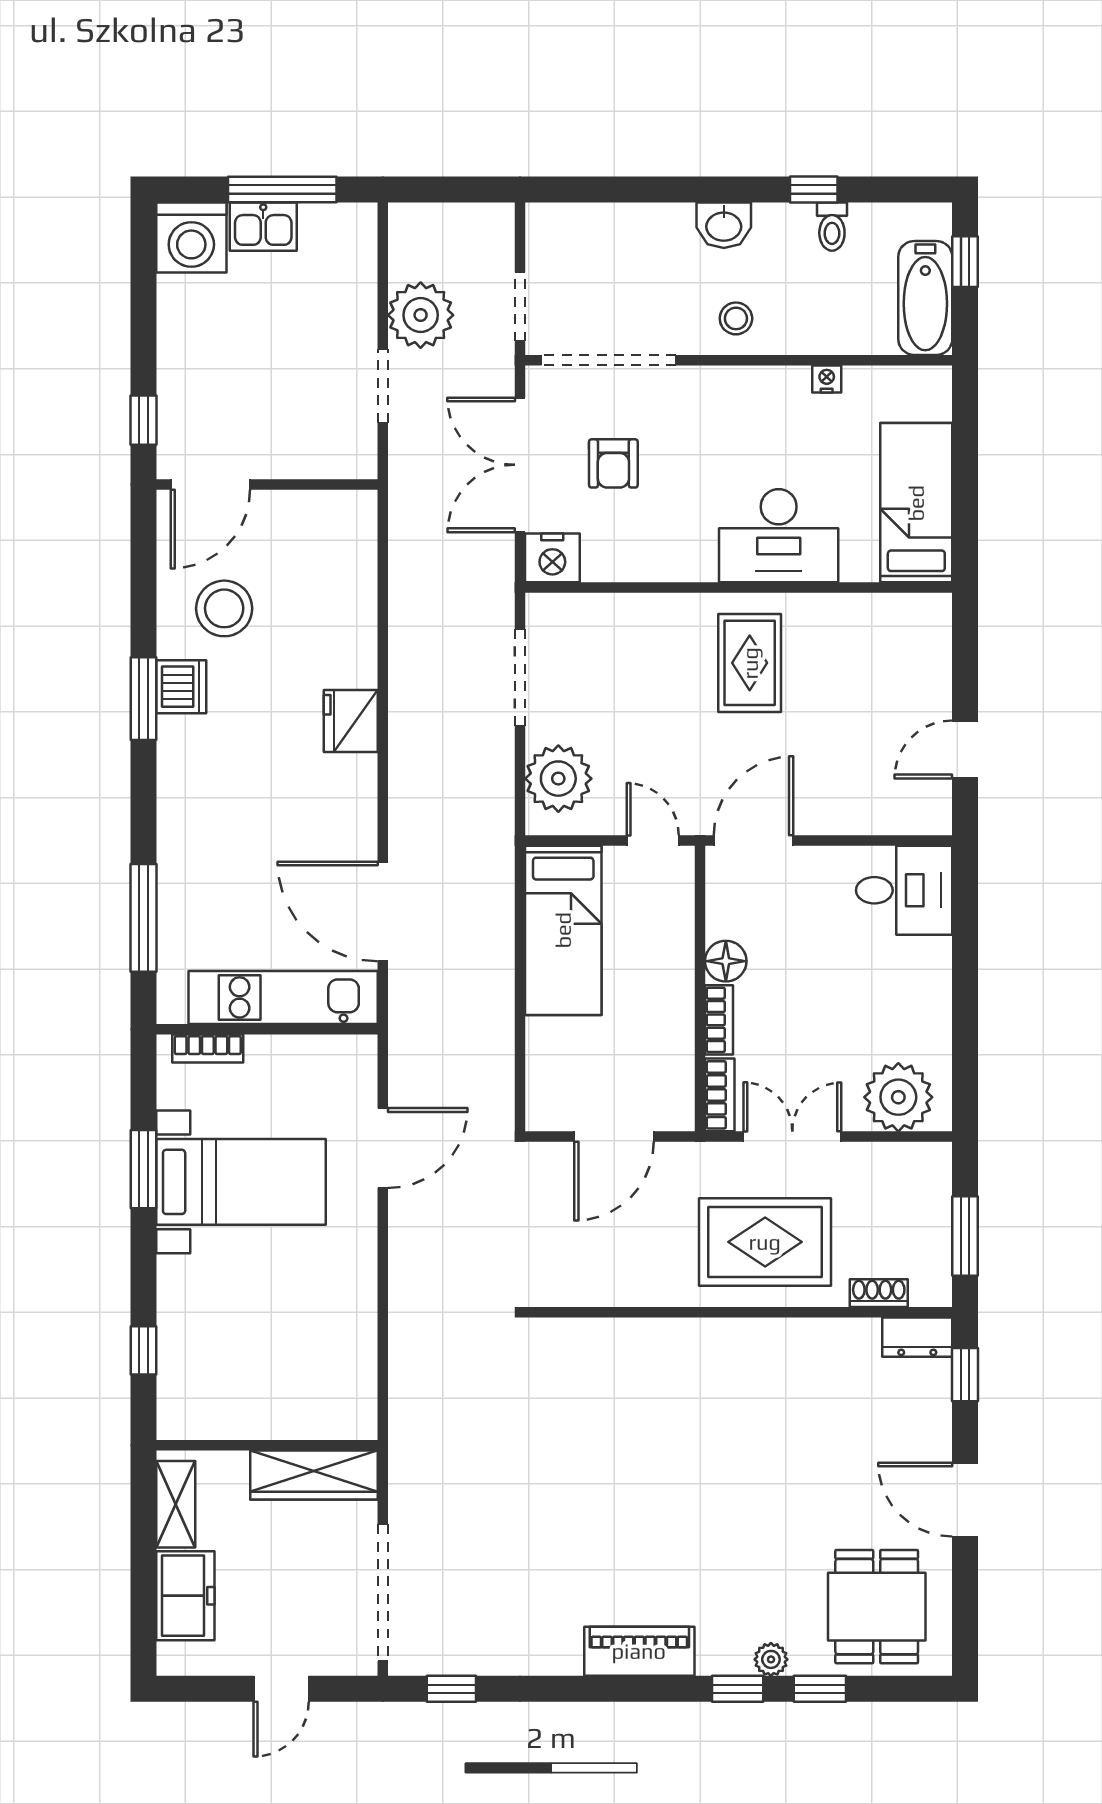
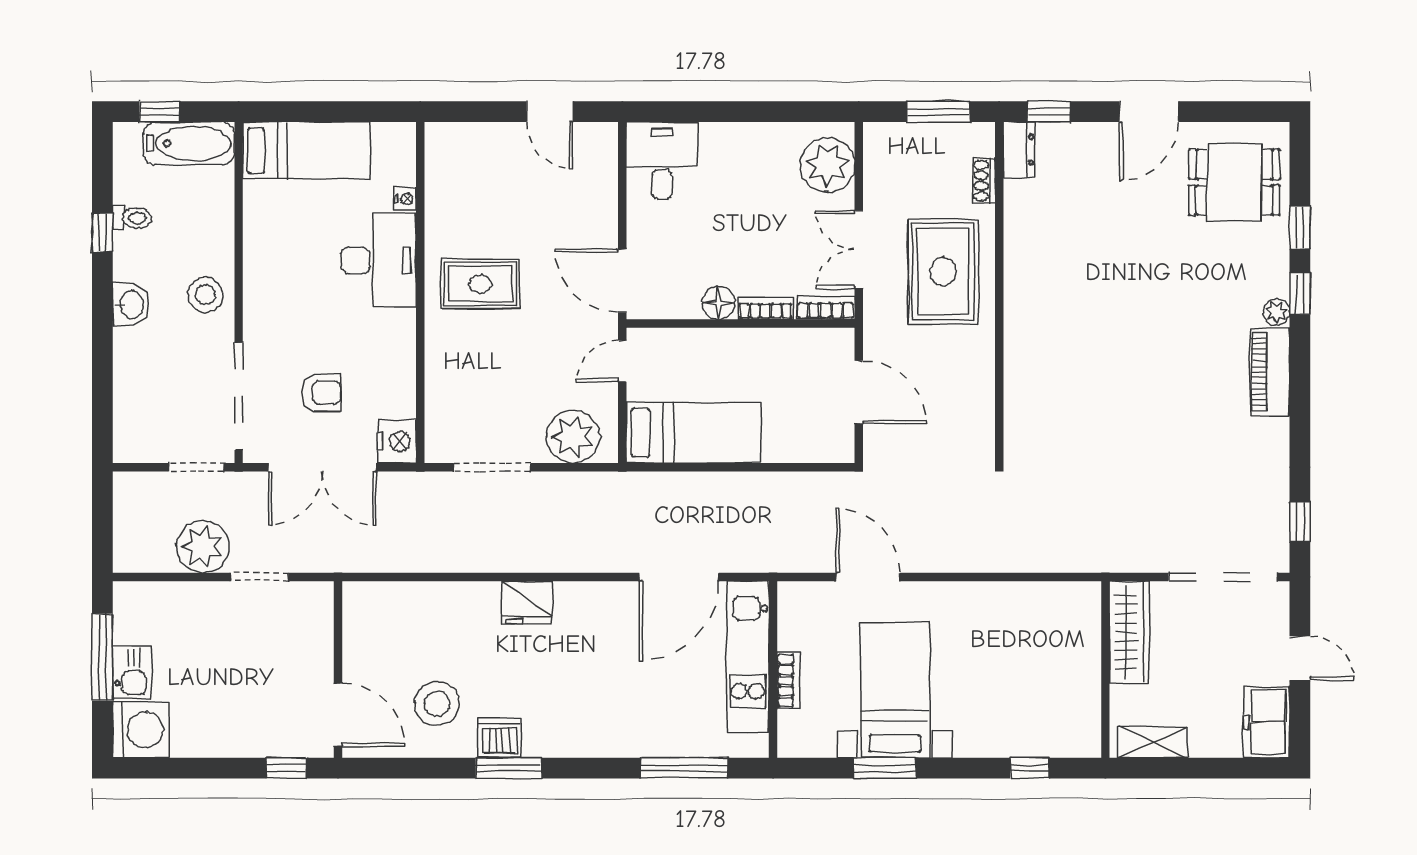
stool: (736, 318) -> (205, 295), width x1.37, depth x1.37
nightstand: (827, 379) -> (405, 199), moved, turned 180
bed: (916, 503) -> (306, 151), moved, turned 180
bookcase: (208, 1049) -> (788, 680), moved
freezer: (185, 1596) -> (1266, 722), moved, turned -90
plant: (771, 1659) -> (1276, 312), moved

